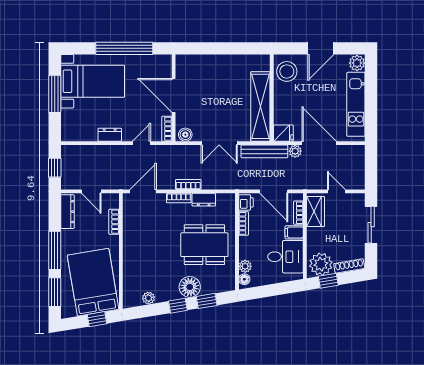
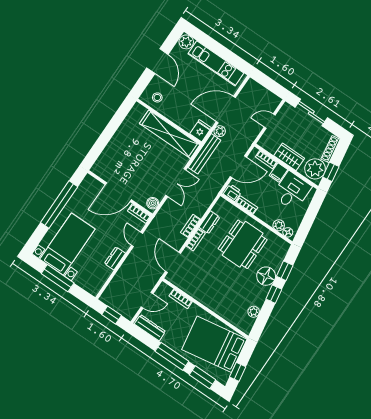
stool: (287, 71) -> (157, 97), width x0.53, depth x0.53
wardrobe: (316, 211) -> (289, 157), moved
window: (97, 319) -> (238, 372), moved

